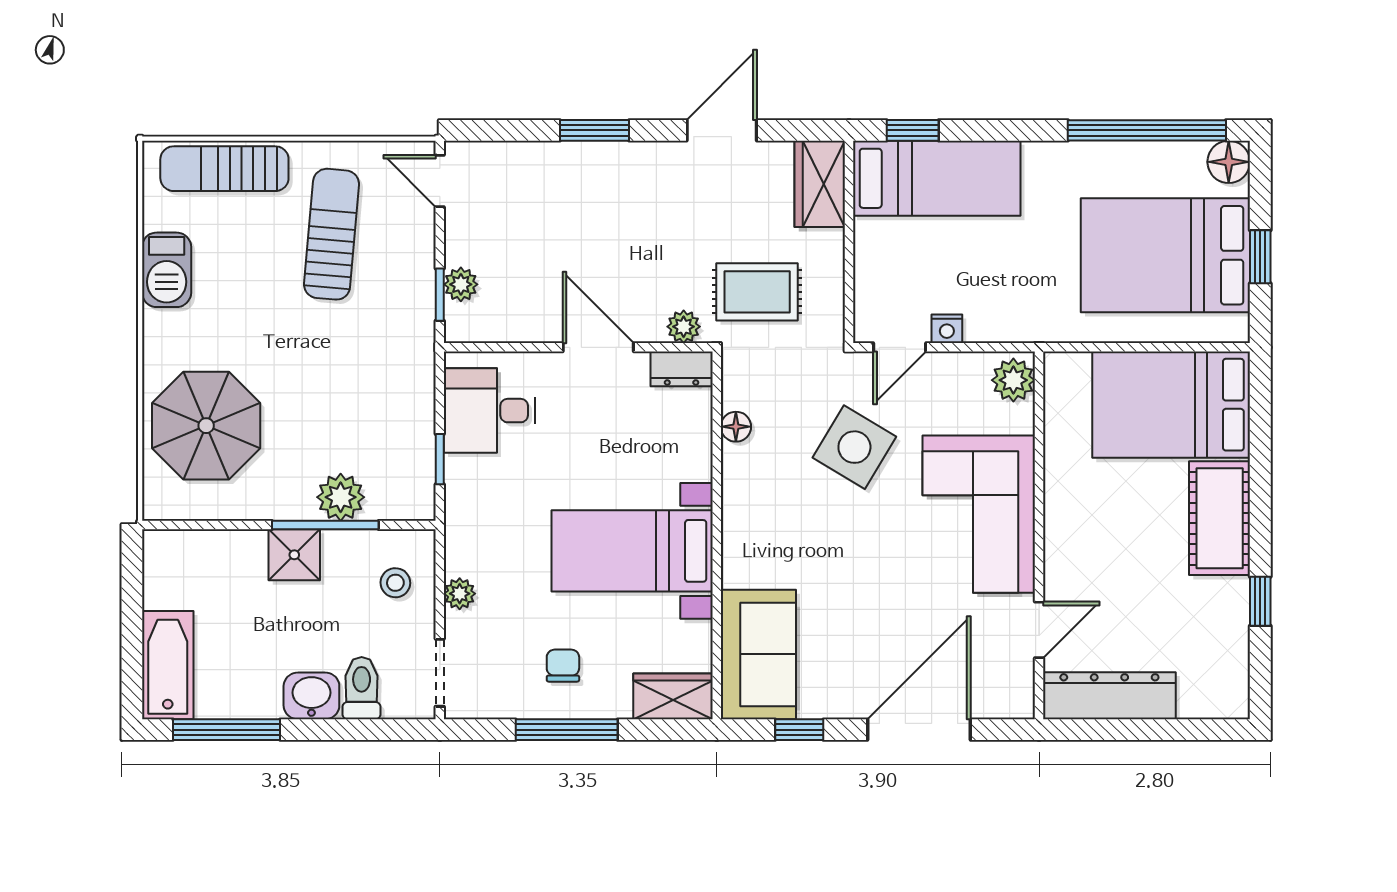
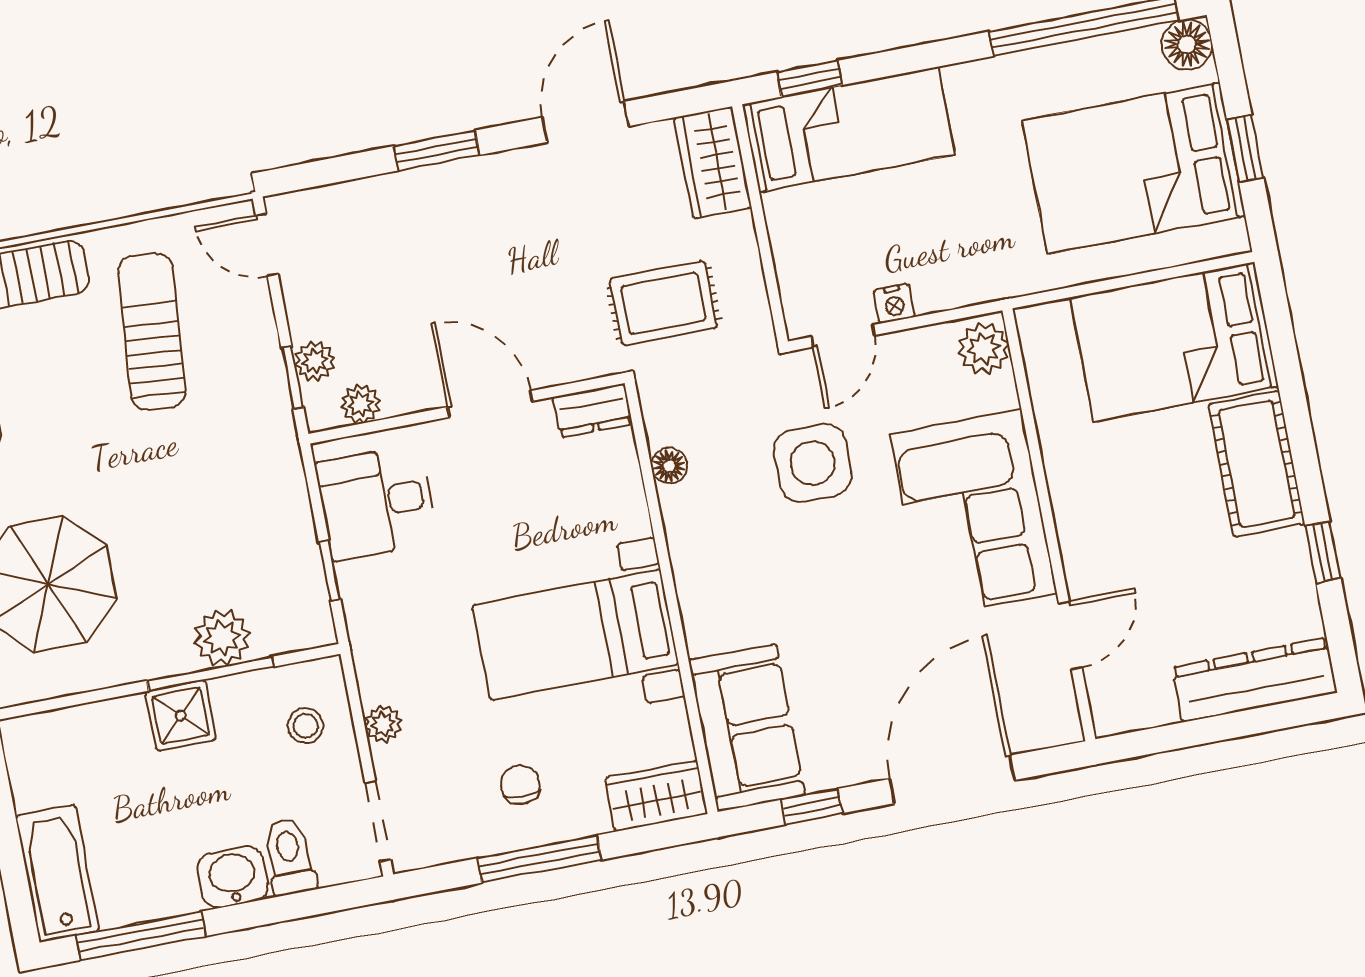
plant: (684, 327) -> (361, 404), moved
side table: (854, 447) -> (813, 463), turned -31
dresser: (1109, 696) -> (1255, 680), moved

